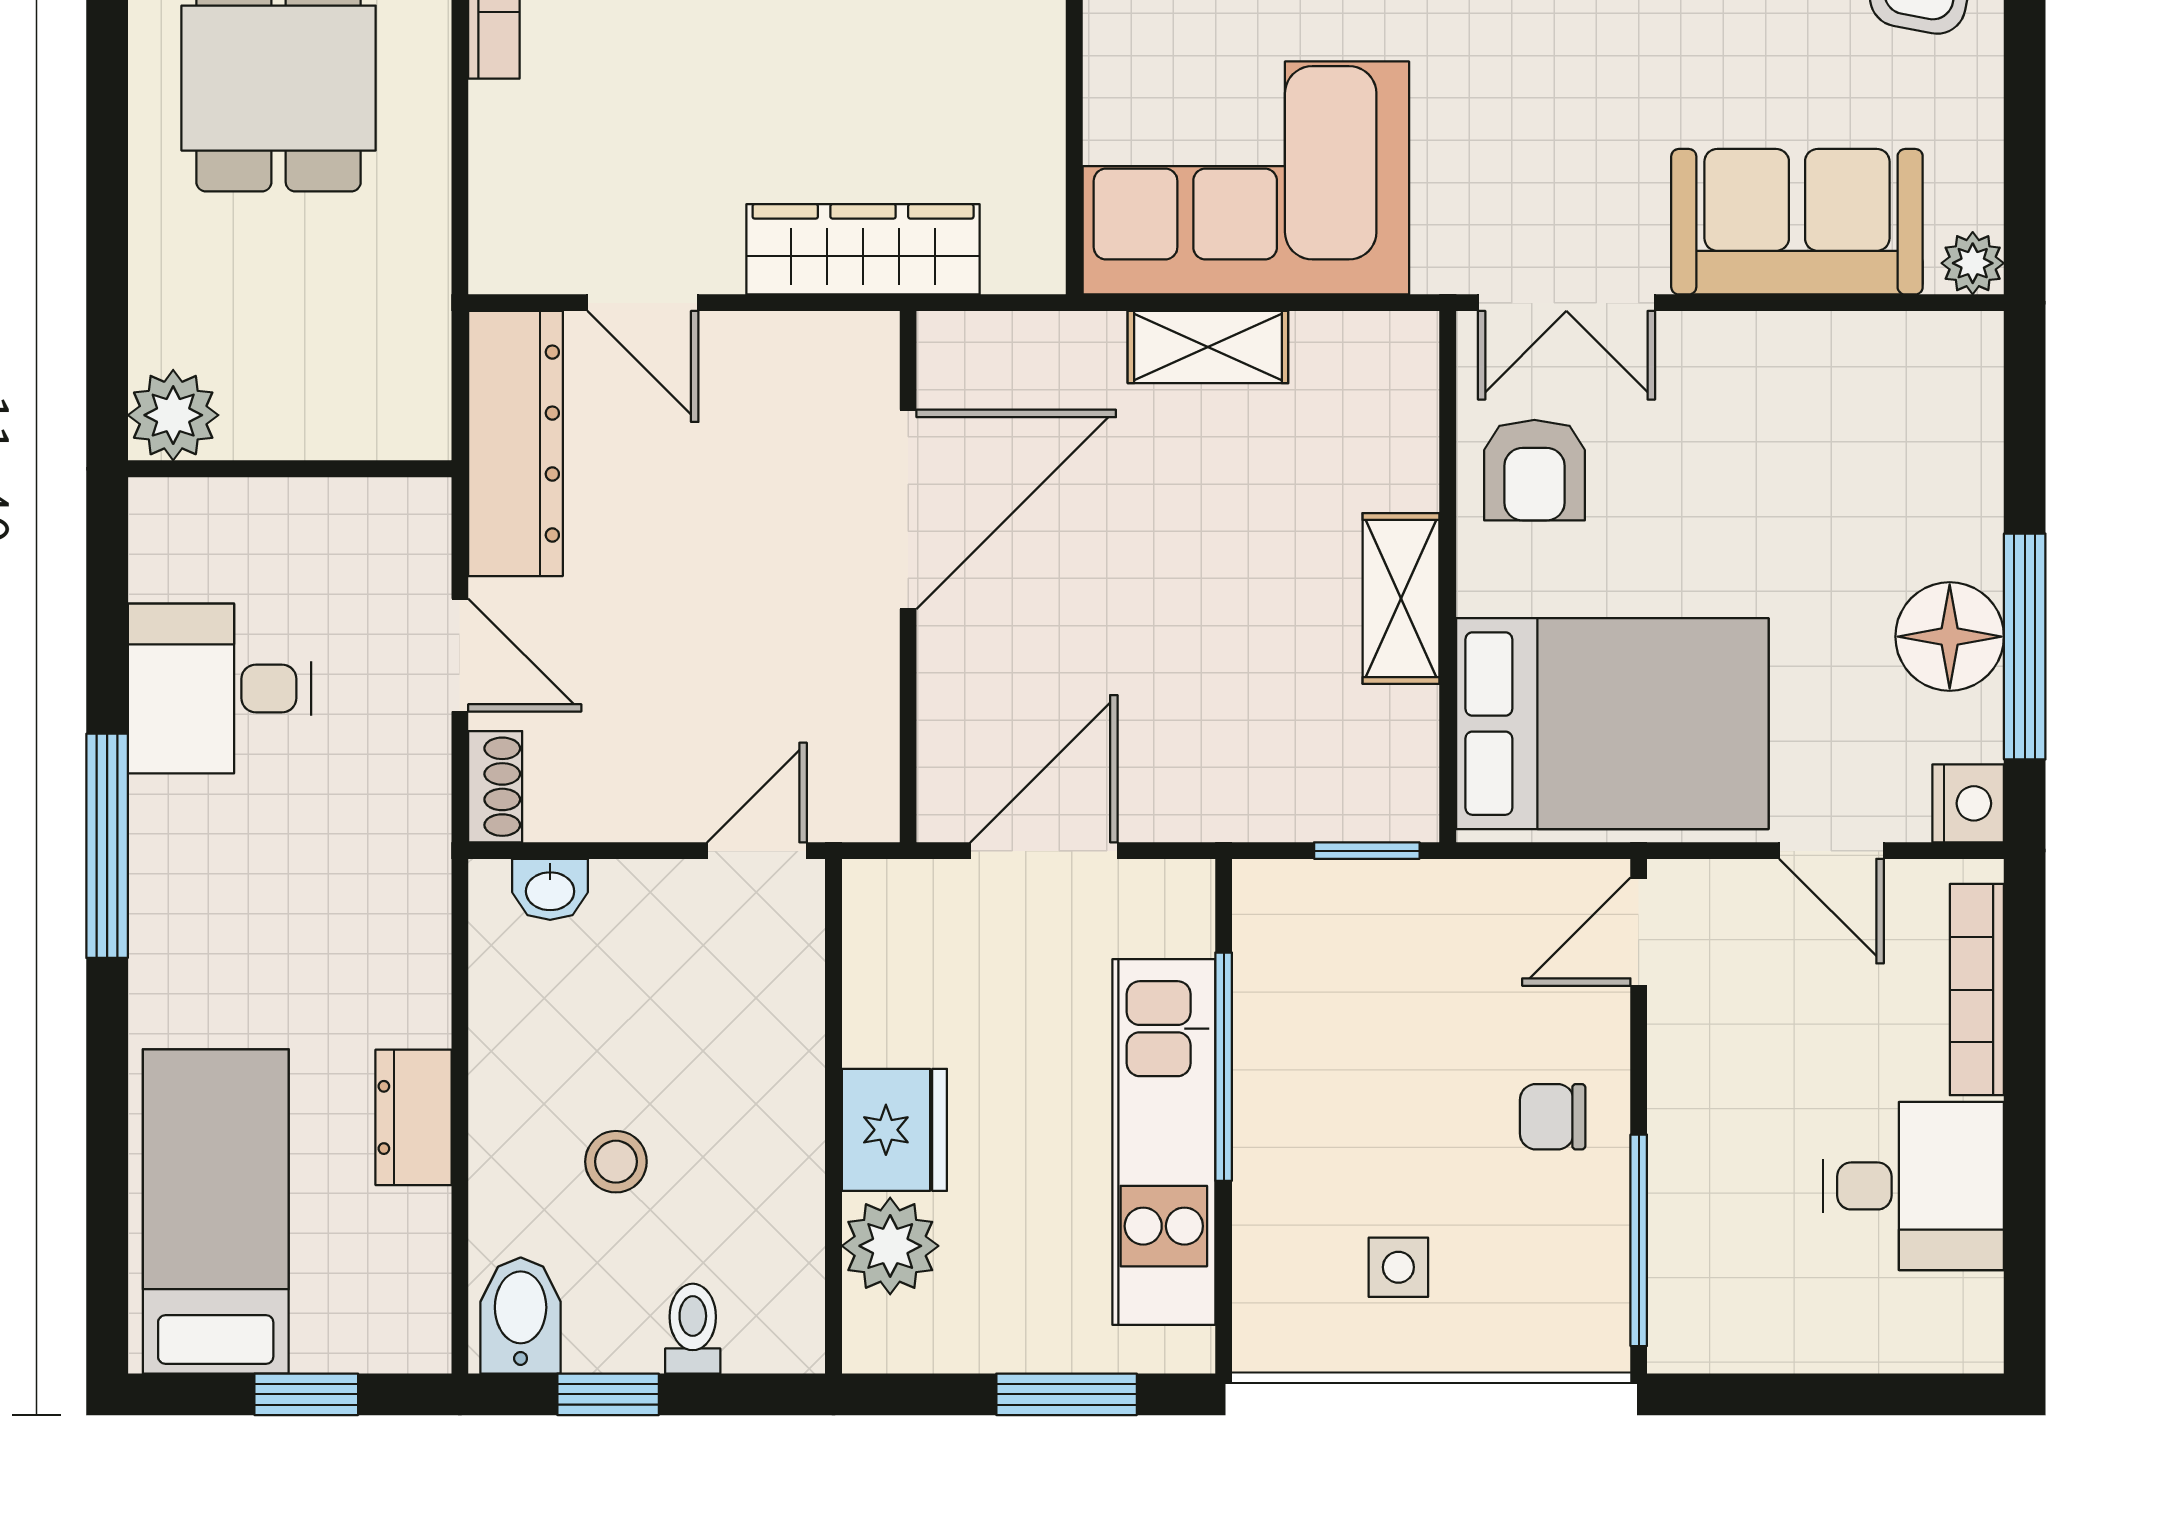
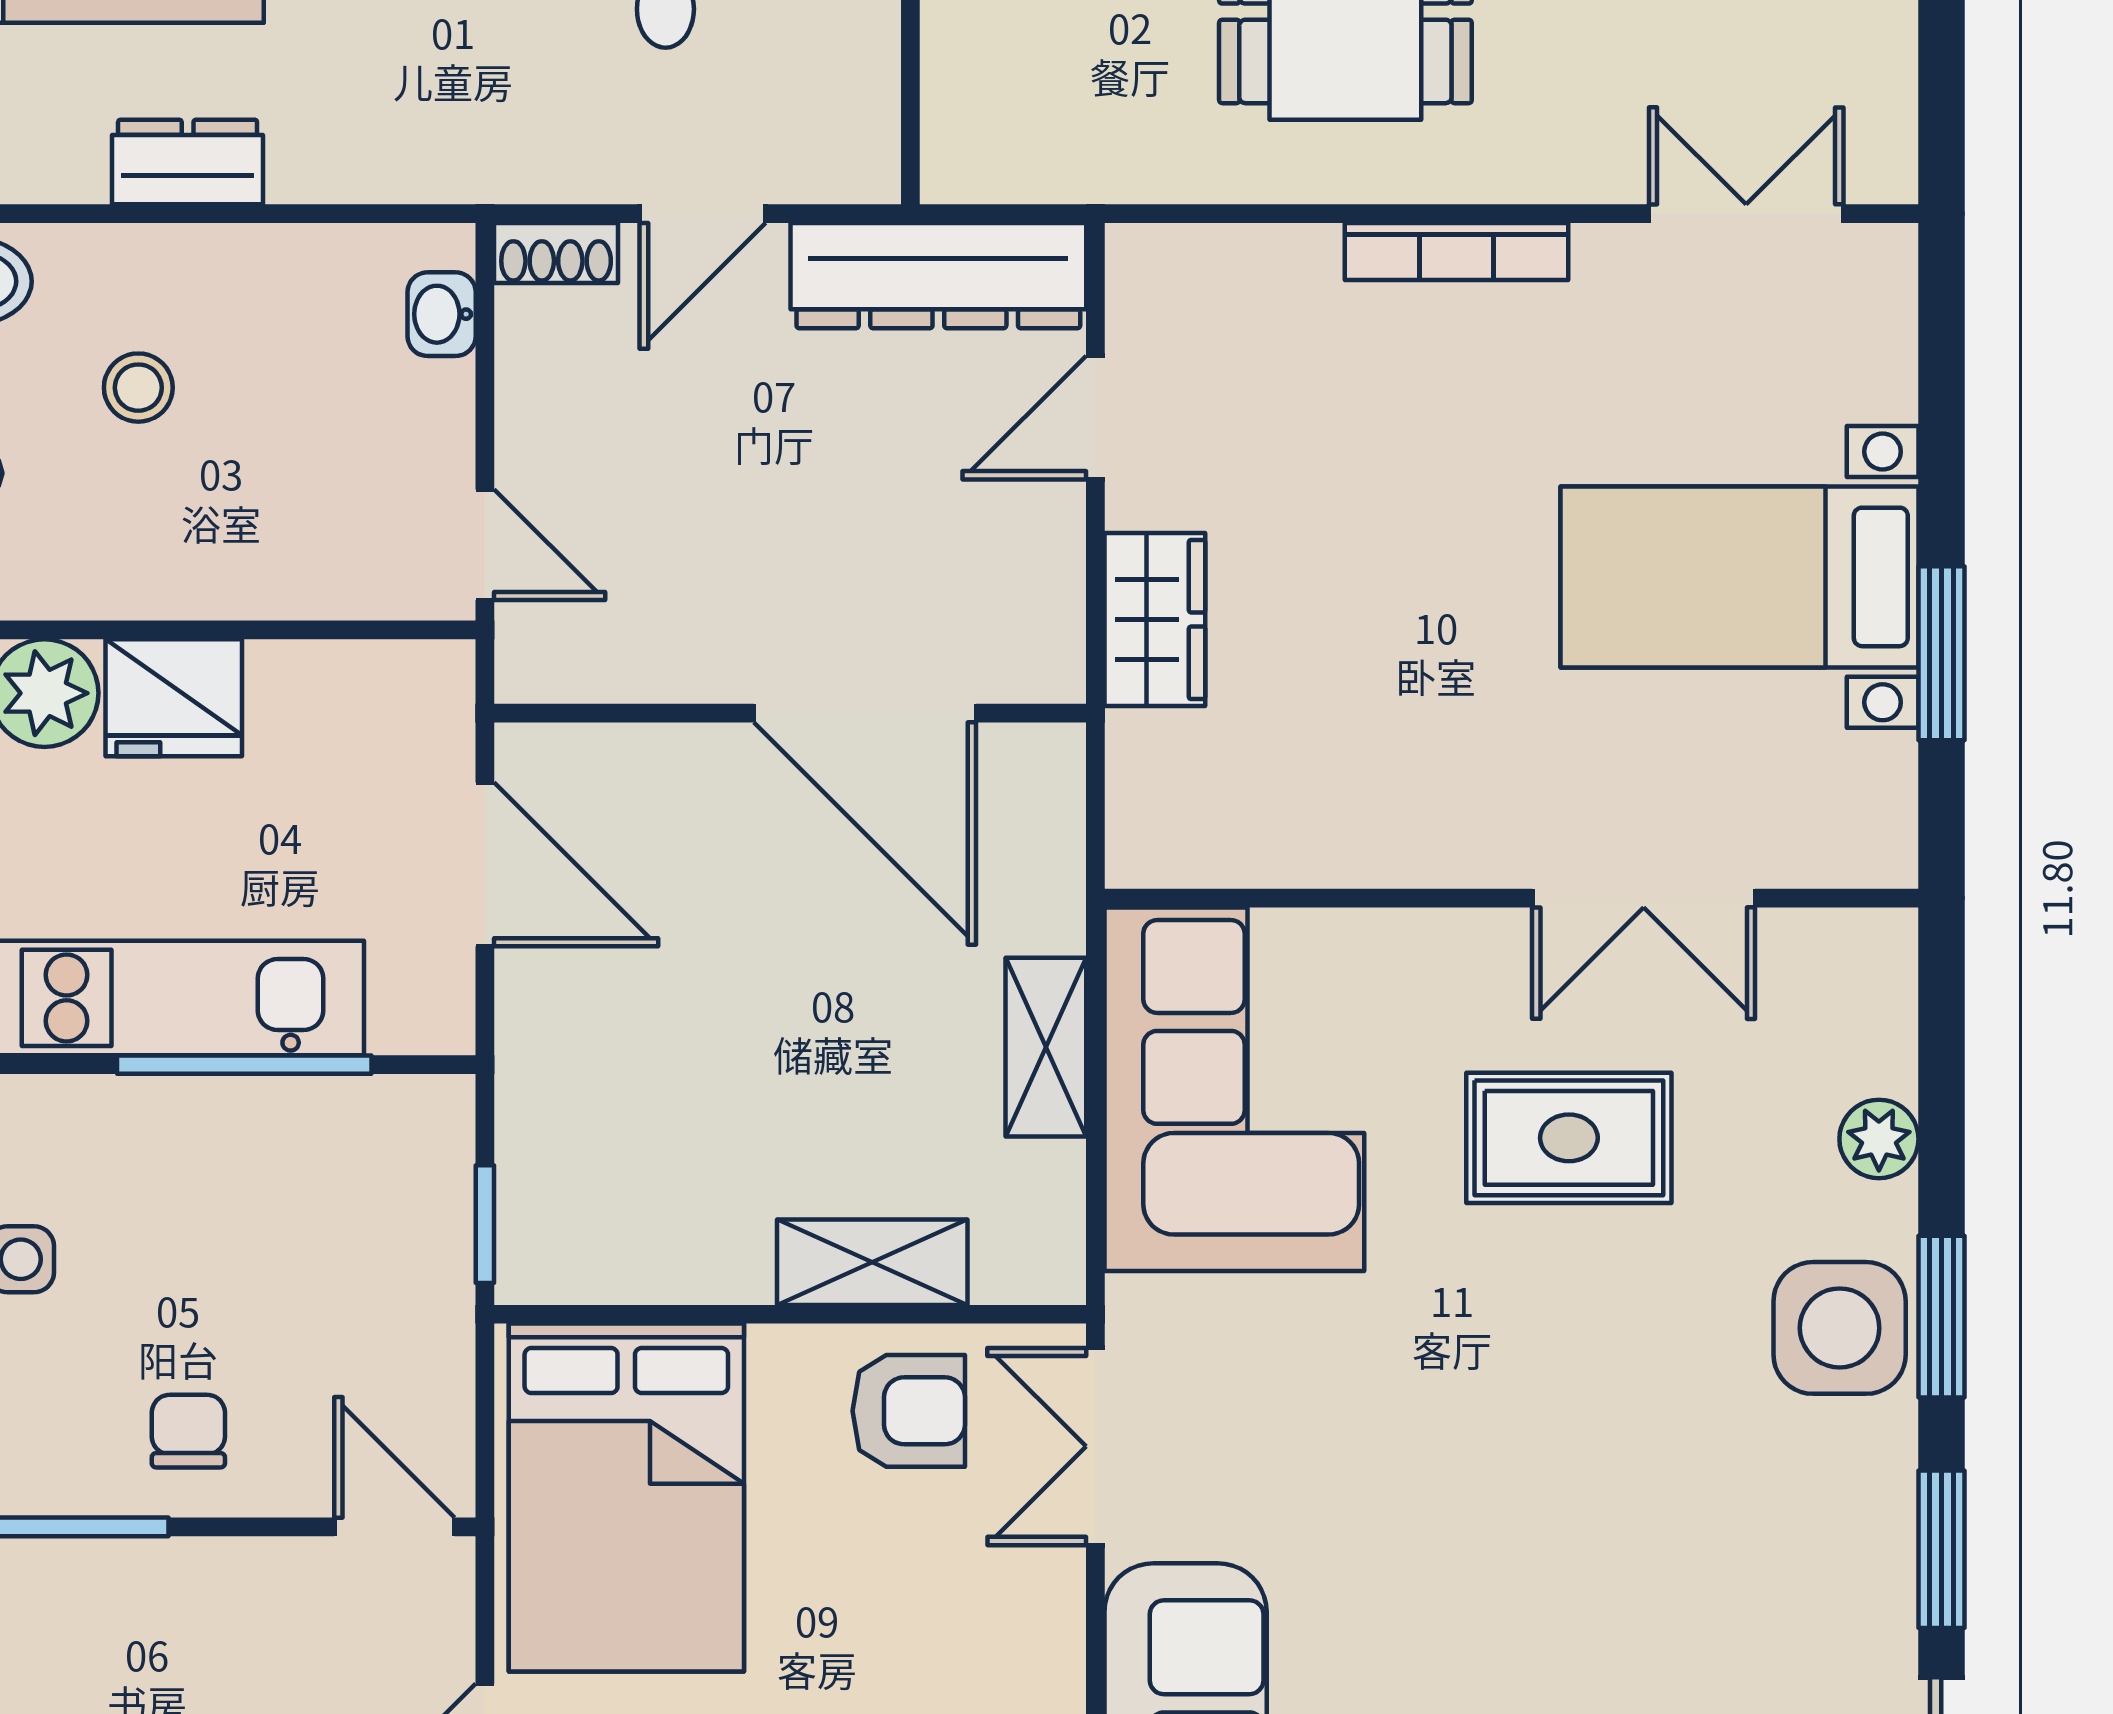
wardrobe: (863, 249) -> (1155, 620), width x0.67
armchair: (1534, 470) -> (909, 1411), turned 180
shelving: (1401, 598) -> (872, 1262), moved

